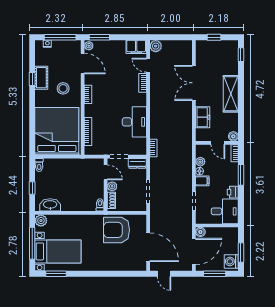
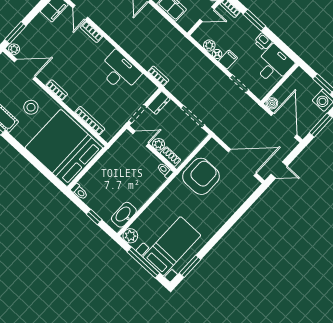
door: (148, 65) -> (80, 12), hinge flipped
armchair: (117, 230) -> (201, 176), turned 180

